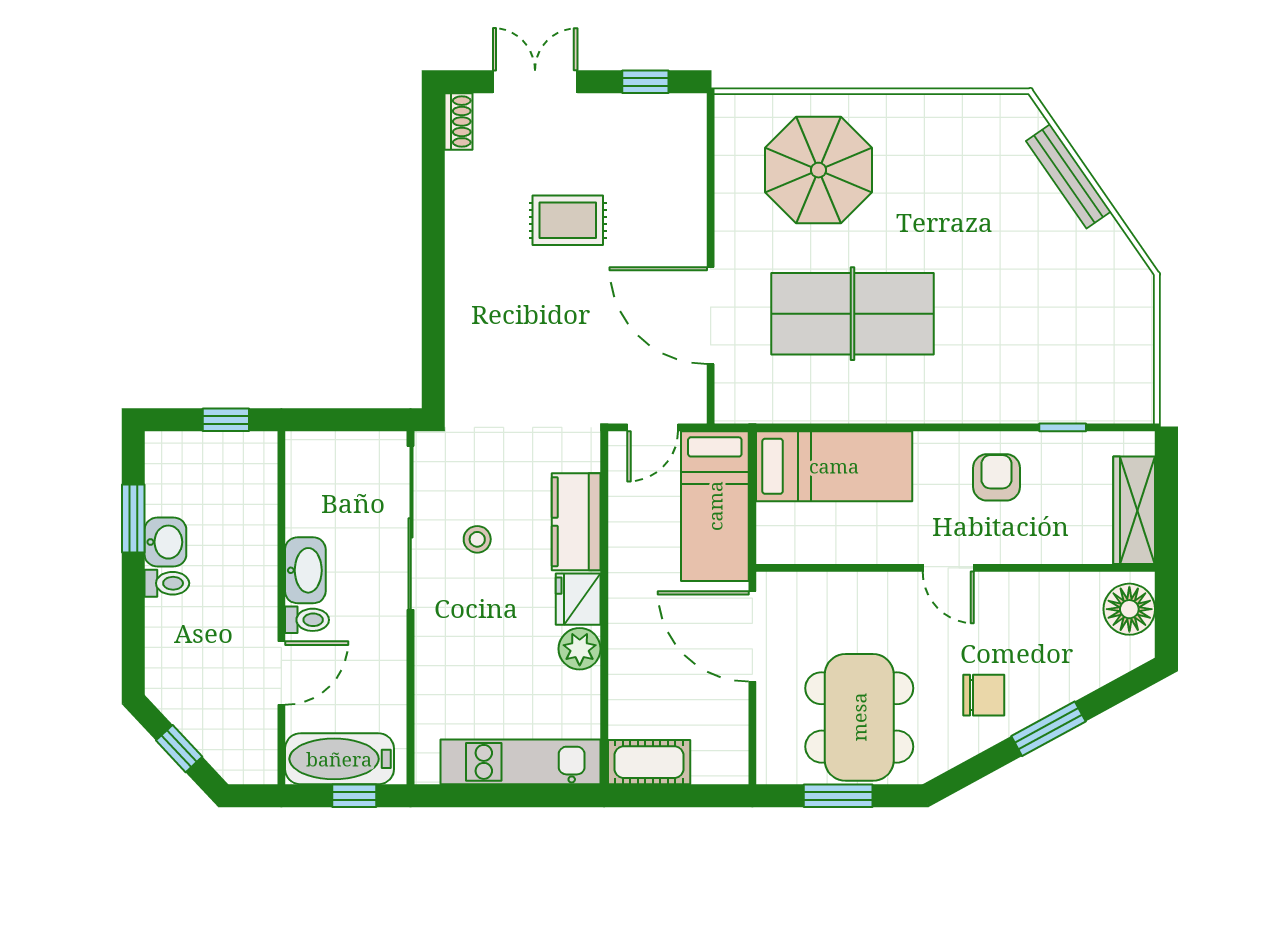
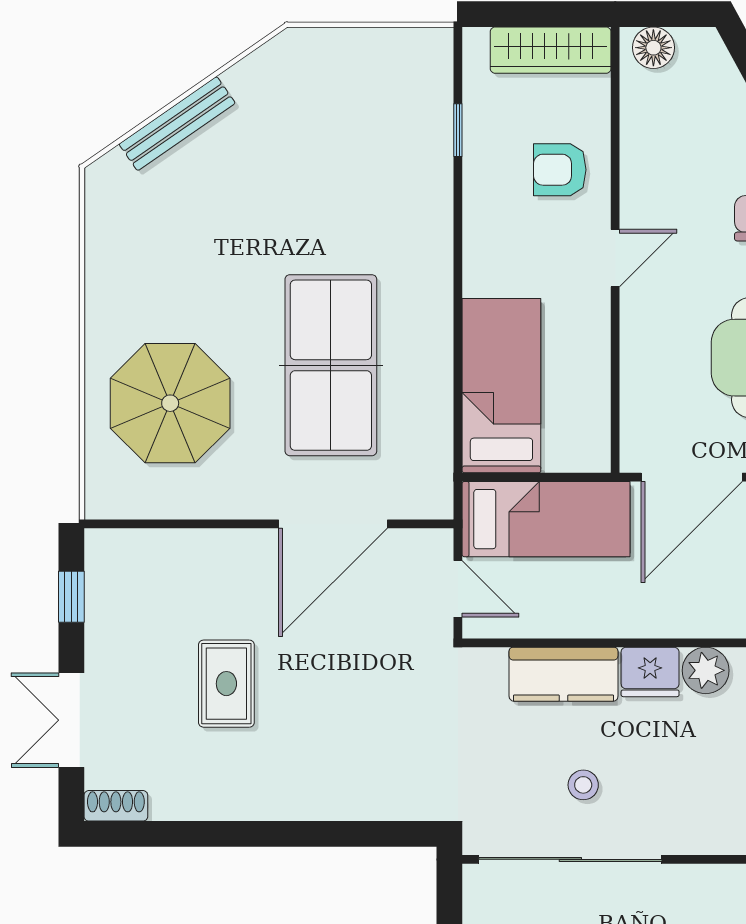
armchair: (996, 477) -> (560, 170), moved
floor lamp: (1129, 609) -> (653, 48), width x0.73, depth x0.73

